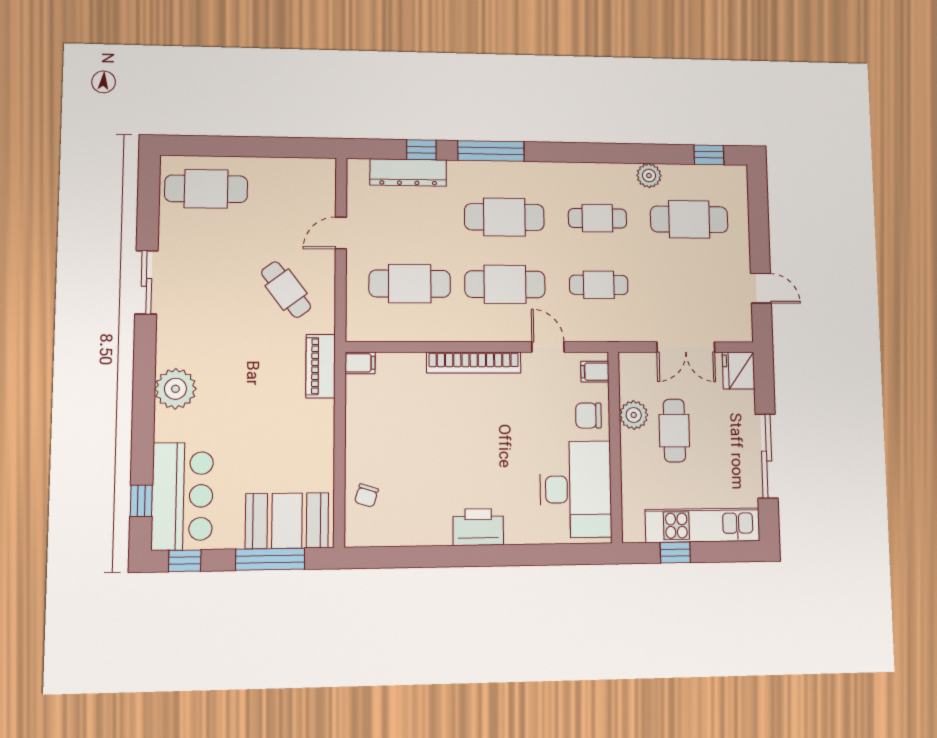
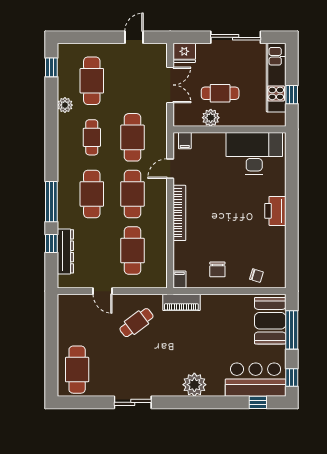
cafe table: (599, 285) -> (133, 137), width x1.37, depth x1.35
chair: (588, 416) -> (217, 269), moved

